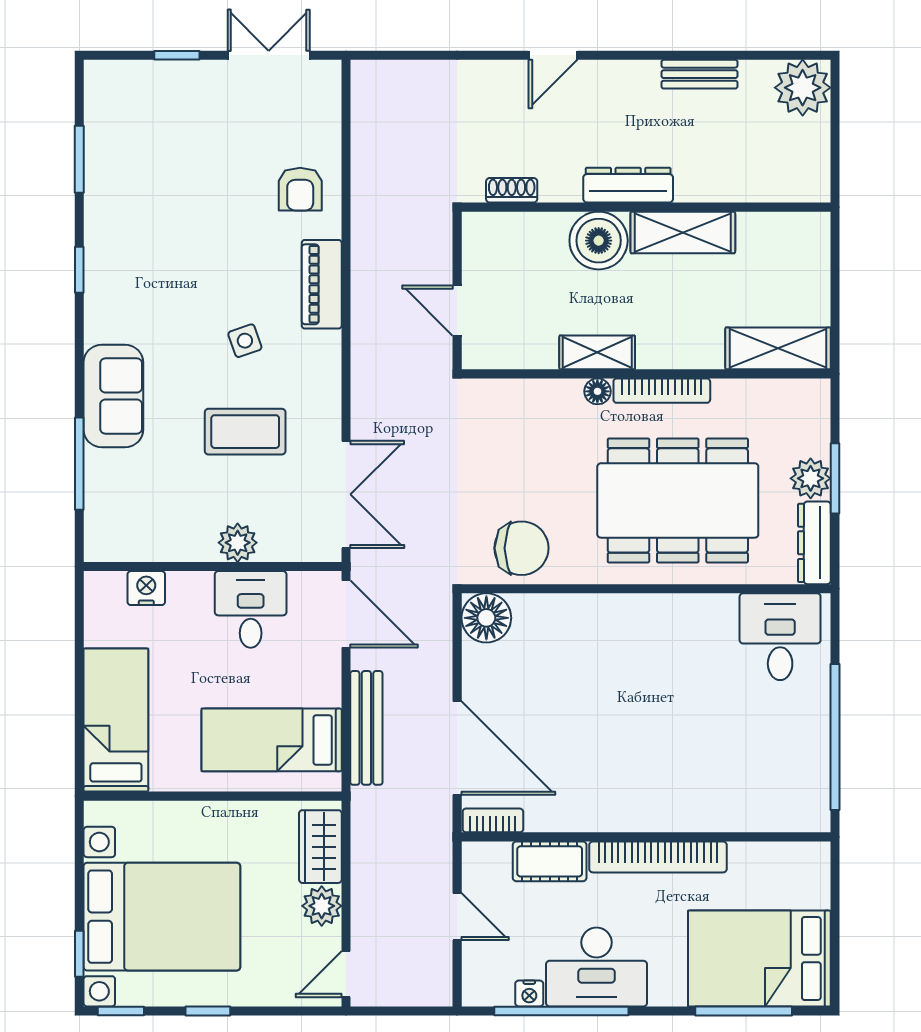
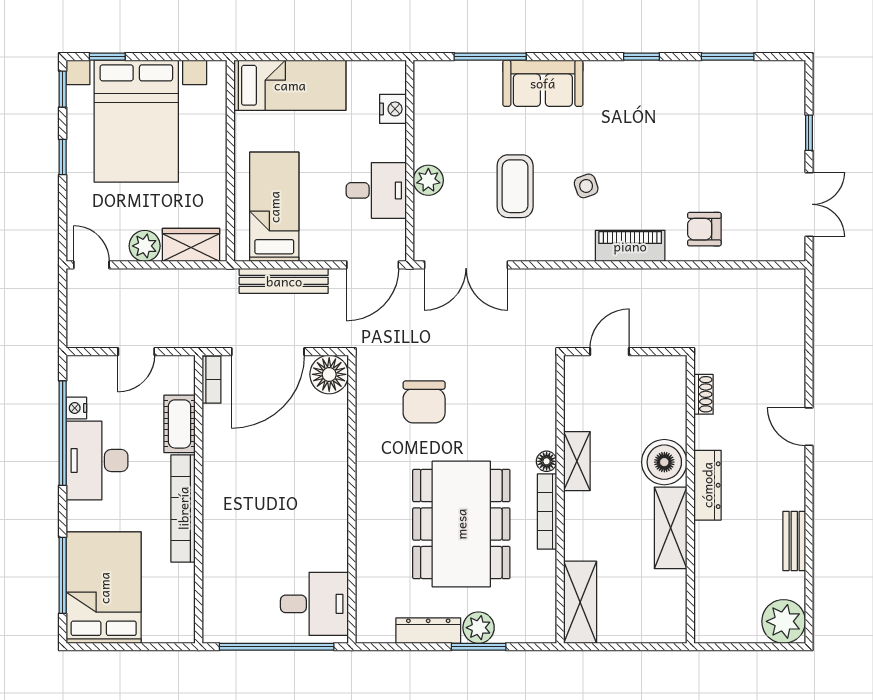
wall: (646, 589) -> (352, 499), moved
floor lamp: (486, 618) -> (329, 374), moved
desk: (780, 637) -> (314, 604), moved

